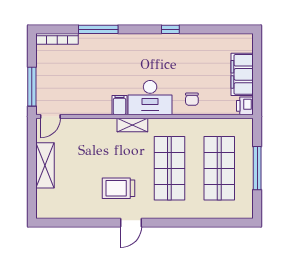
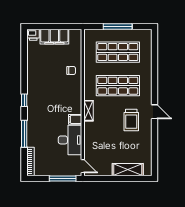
window: (170, 29) -> (24, 100), moved
desk: (150, 98) -> (70, 140), moved
printer: (245, 106) -> (33, 35), moved
shelving: (45, 165) -> (128, 170), moved

